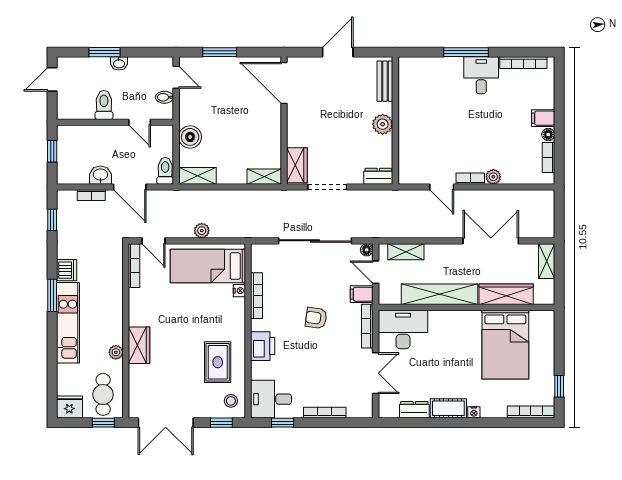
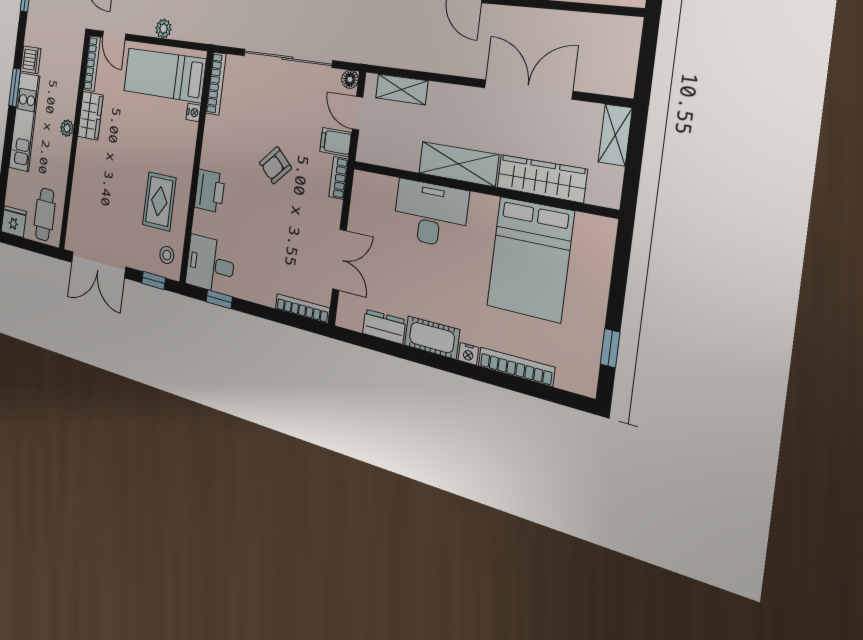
shelving: (440, 294) -> (458, 164), width x0.68
bookcase: (257, 296) -> (216, 84), moved
armchair: (316, 318) -> (275, 165), turned -54
bookcase: (367, 326) -> (339, 178), width x0.64
desk: (403, 330) -> (430, 214), moved
wardrobe: (139, 345) -> (90, 116), moved
plant: (116, 352) -> (67, 128), moved
bookcase: (531, 412) -> (516, 367), moved
bookcase: (325, 413) -> (302, 308), moved
window: (103, 423) -> (41, 248), removed

